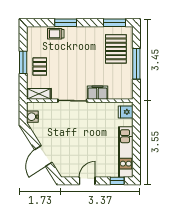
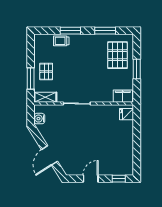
window: (115, 23) -> (105, 31), moved
window: (23, 62) -> (31, 79), moved
window: (136, 64) -> (137, 69), width x0.69
filing cabinet: (97, 93) -> (123, 96), moved
kitchen unit: (126, 152) -> (127, 152), removed

